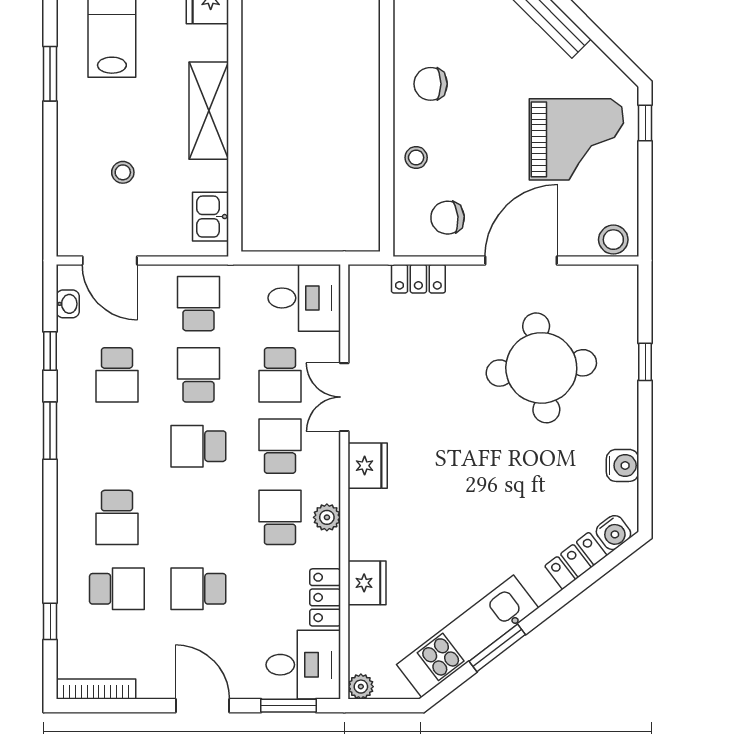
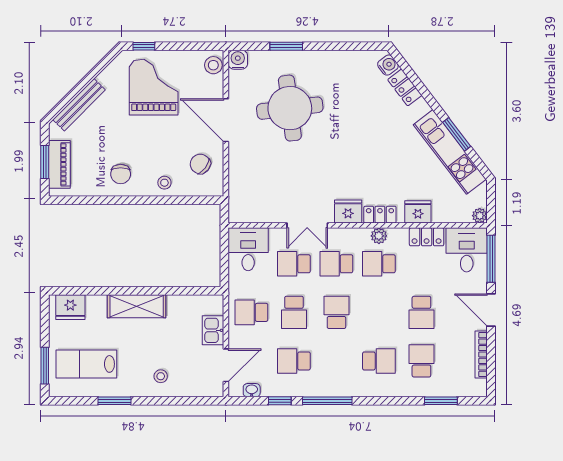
stool: (123, 172) -> (161, 376), moved
kitchen sink: (210, 217) -> (213, 330), moved, turned 90
chair: (448, 218) -> (200, 164), turned 132
locker: (418, 279) -> (380, 215), moved, turned -90
window: (645, 362) -> (286, 46), width x1.50
school desk: (117, 375) -> (294, 361), turned 180
school desk: (198, 375) -> (294, 312), turned -90
school desk: (280, 375) -> (294, 264), turned 180
window: (50, 431) -> (327, 401), width x1.44
school desk: (198, 446) -> (336, 312), turned 180
water cooler: (623, 465) -> (238, 60), moved
window: (50, 621) -> (441, 401), width x1.50
bookcase: (96, 689) -> (481, 354), moved
door: (203, 706) -> (491, 310), hinge flipped
window: (288, 706) -> (491, 259), width x1.44

